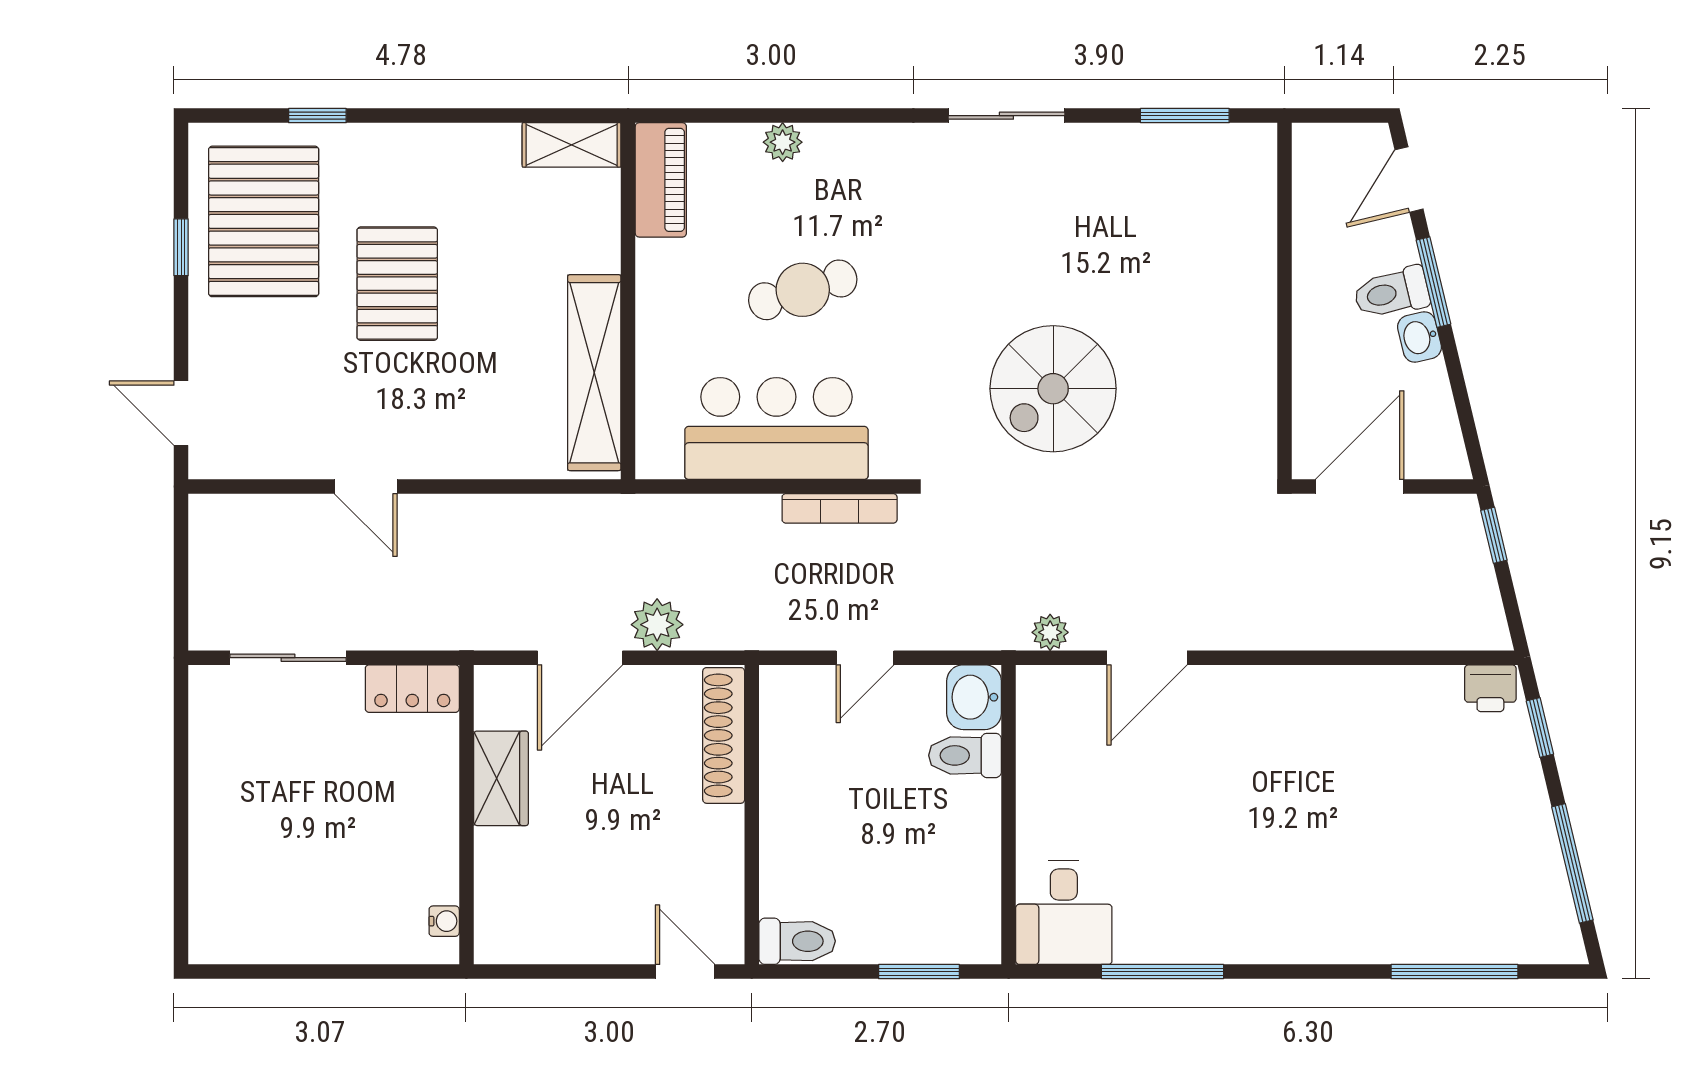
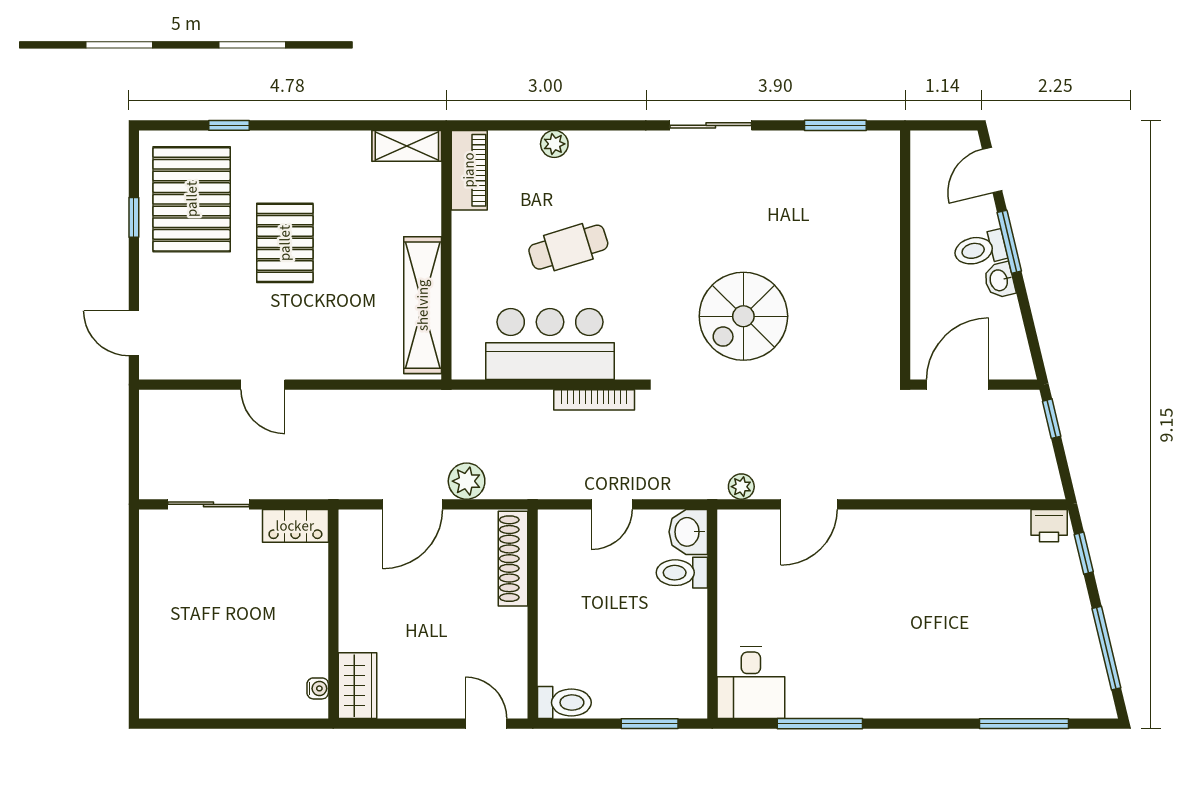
wardrobe: (501, 778) -> (357, 686), moved

